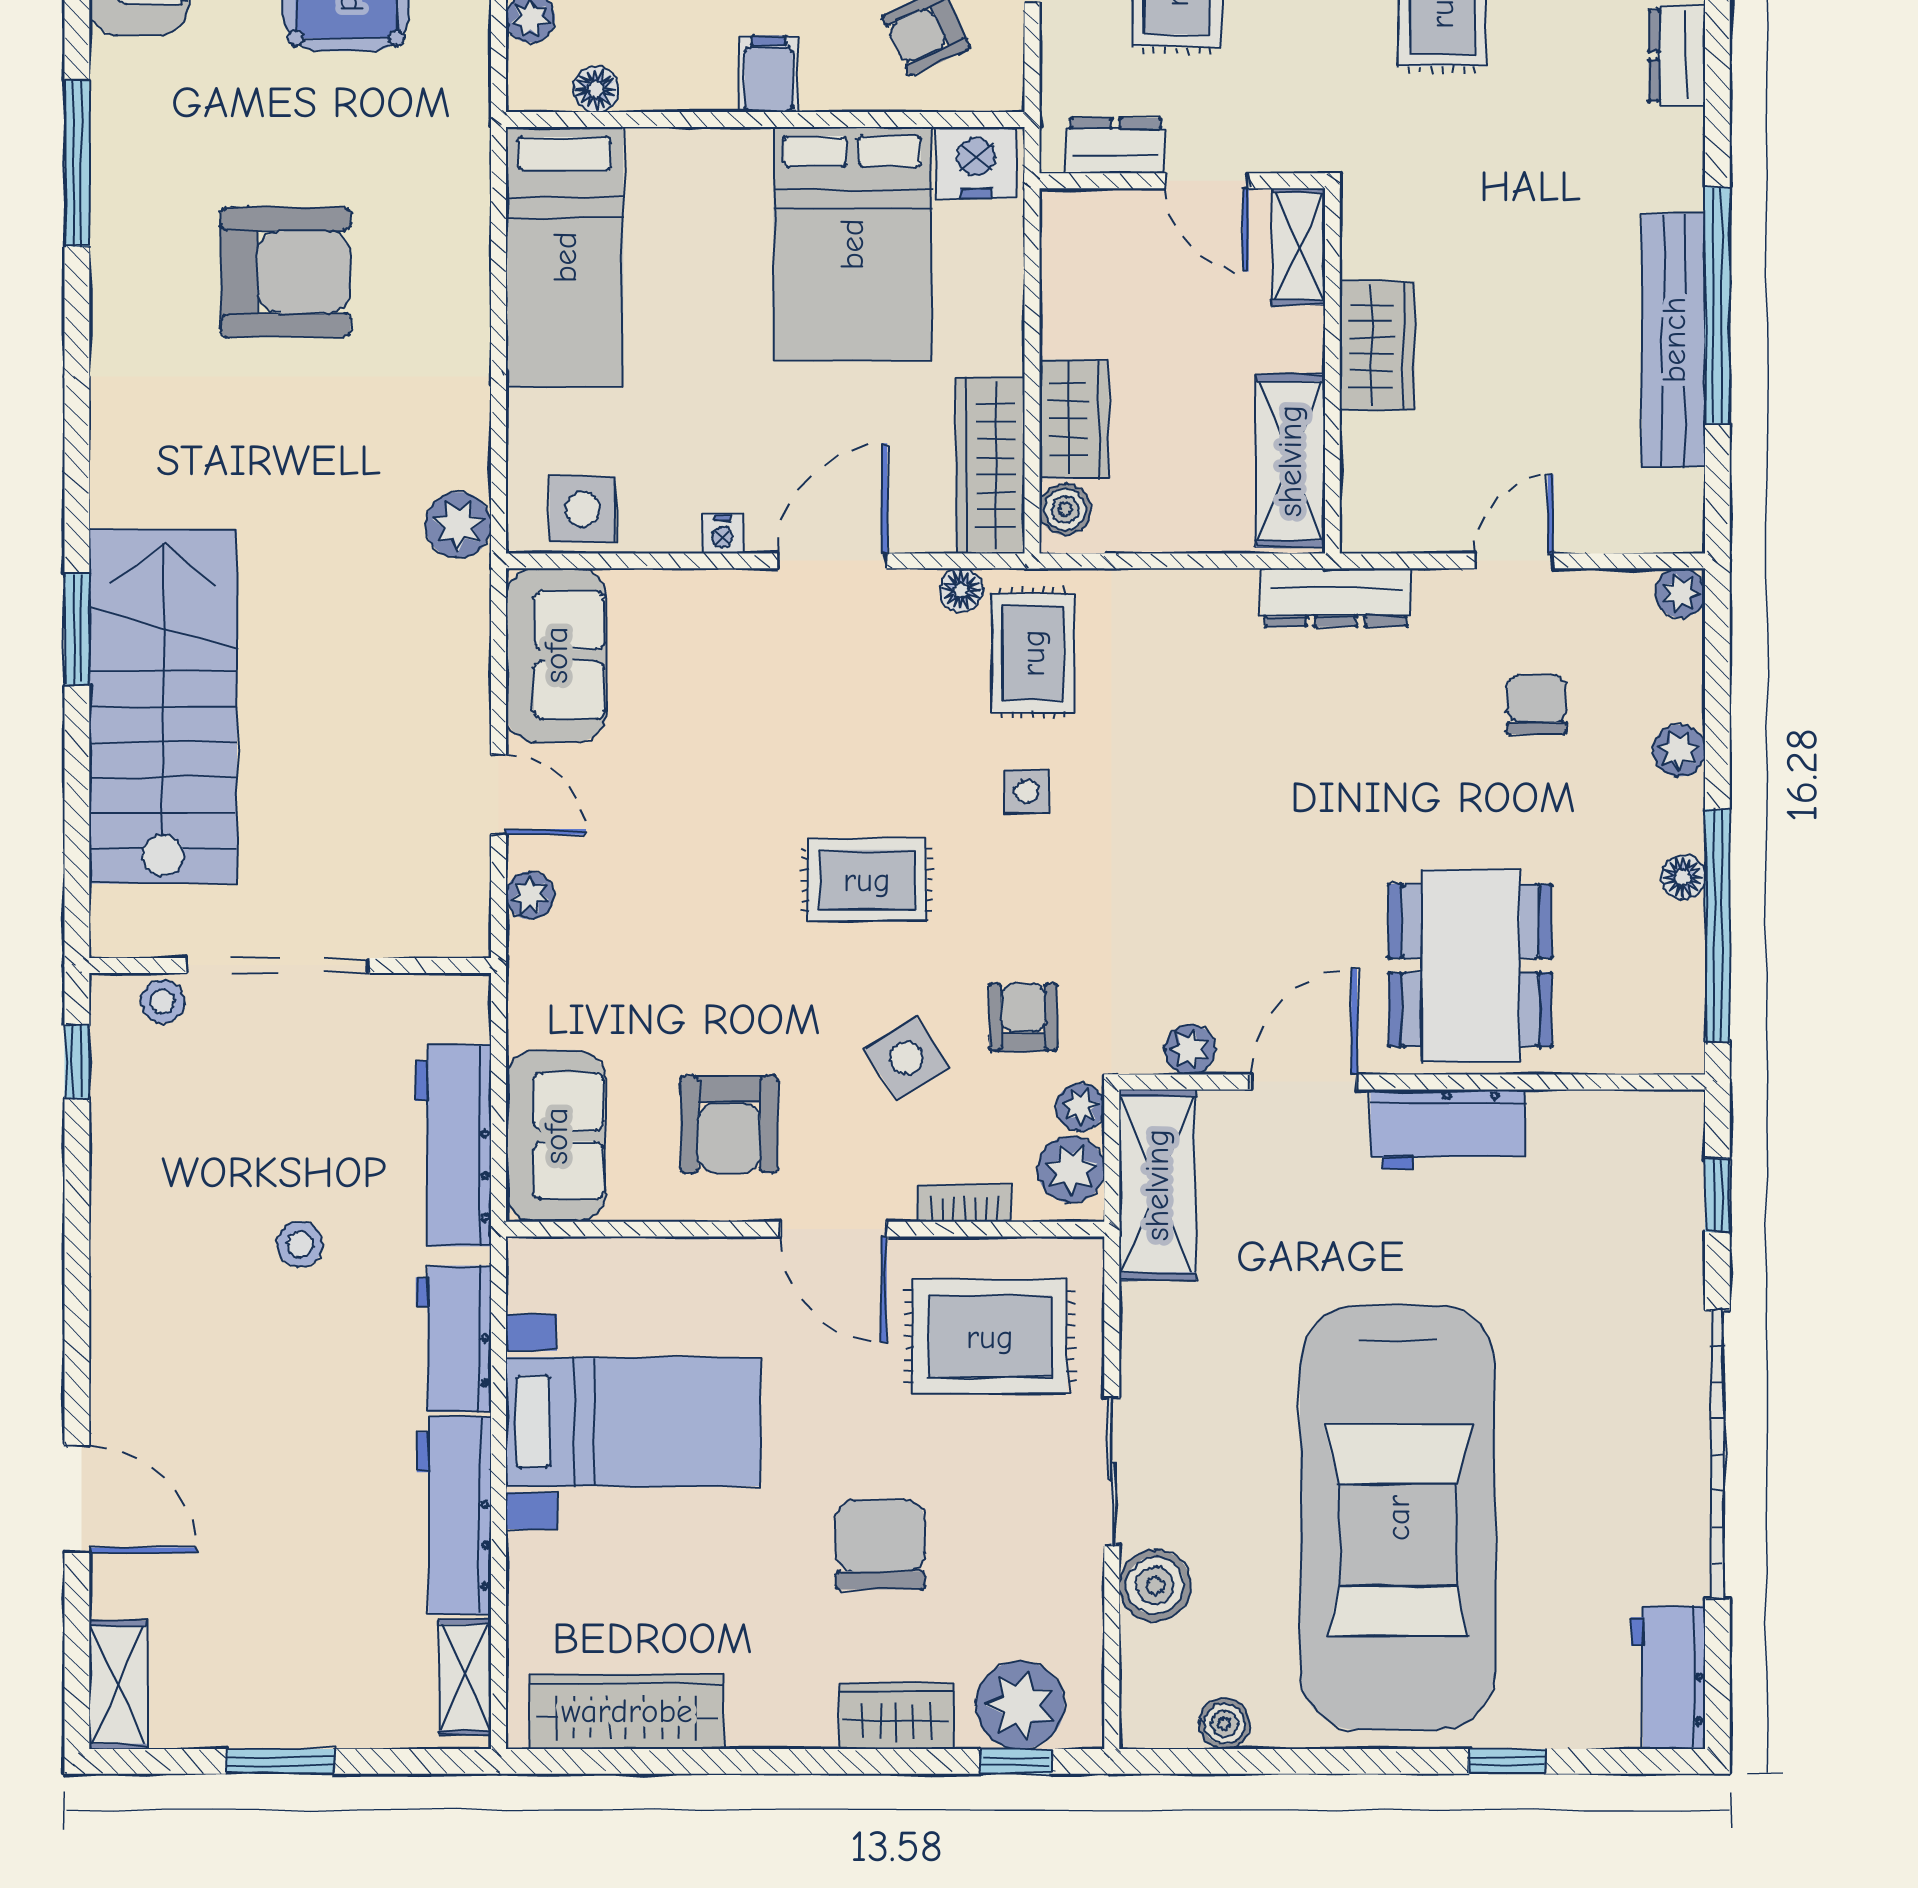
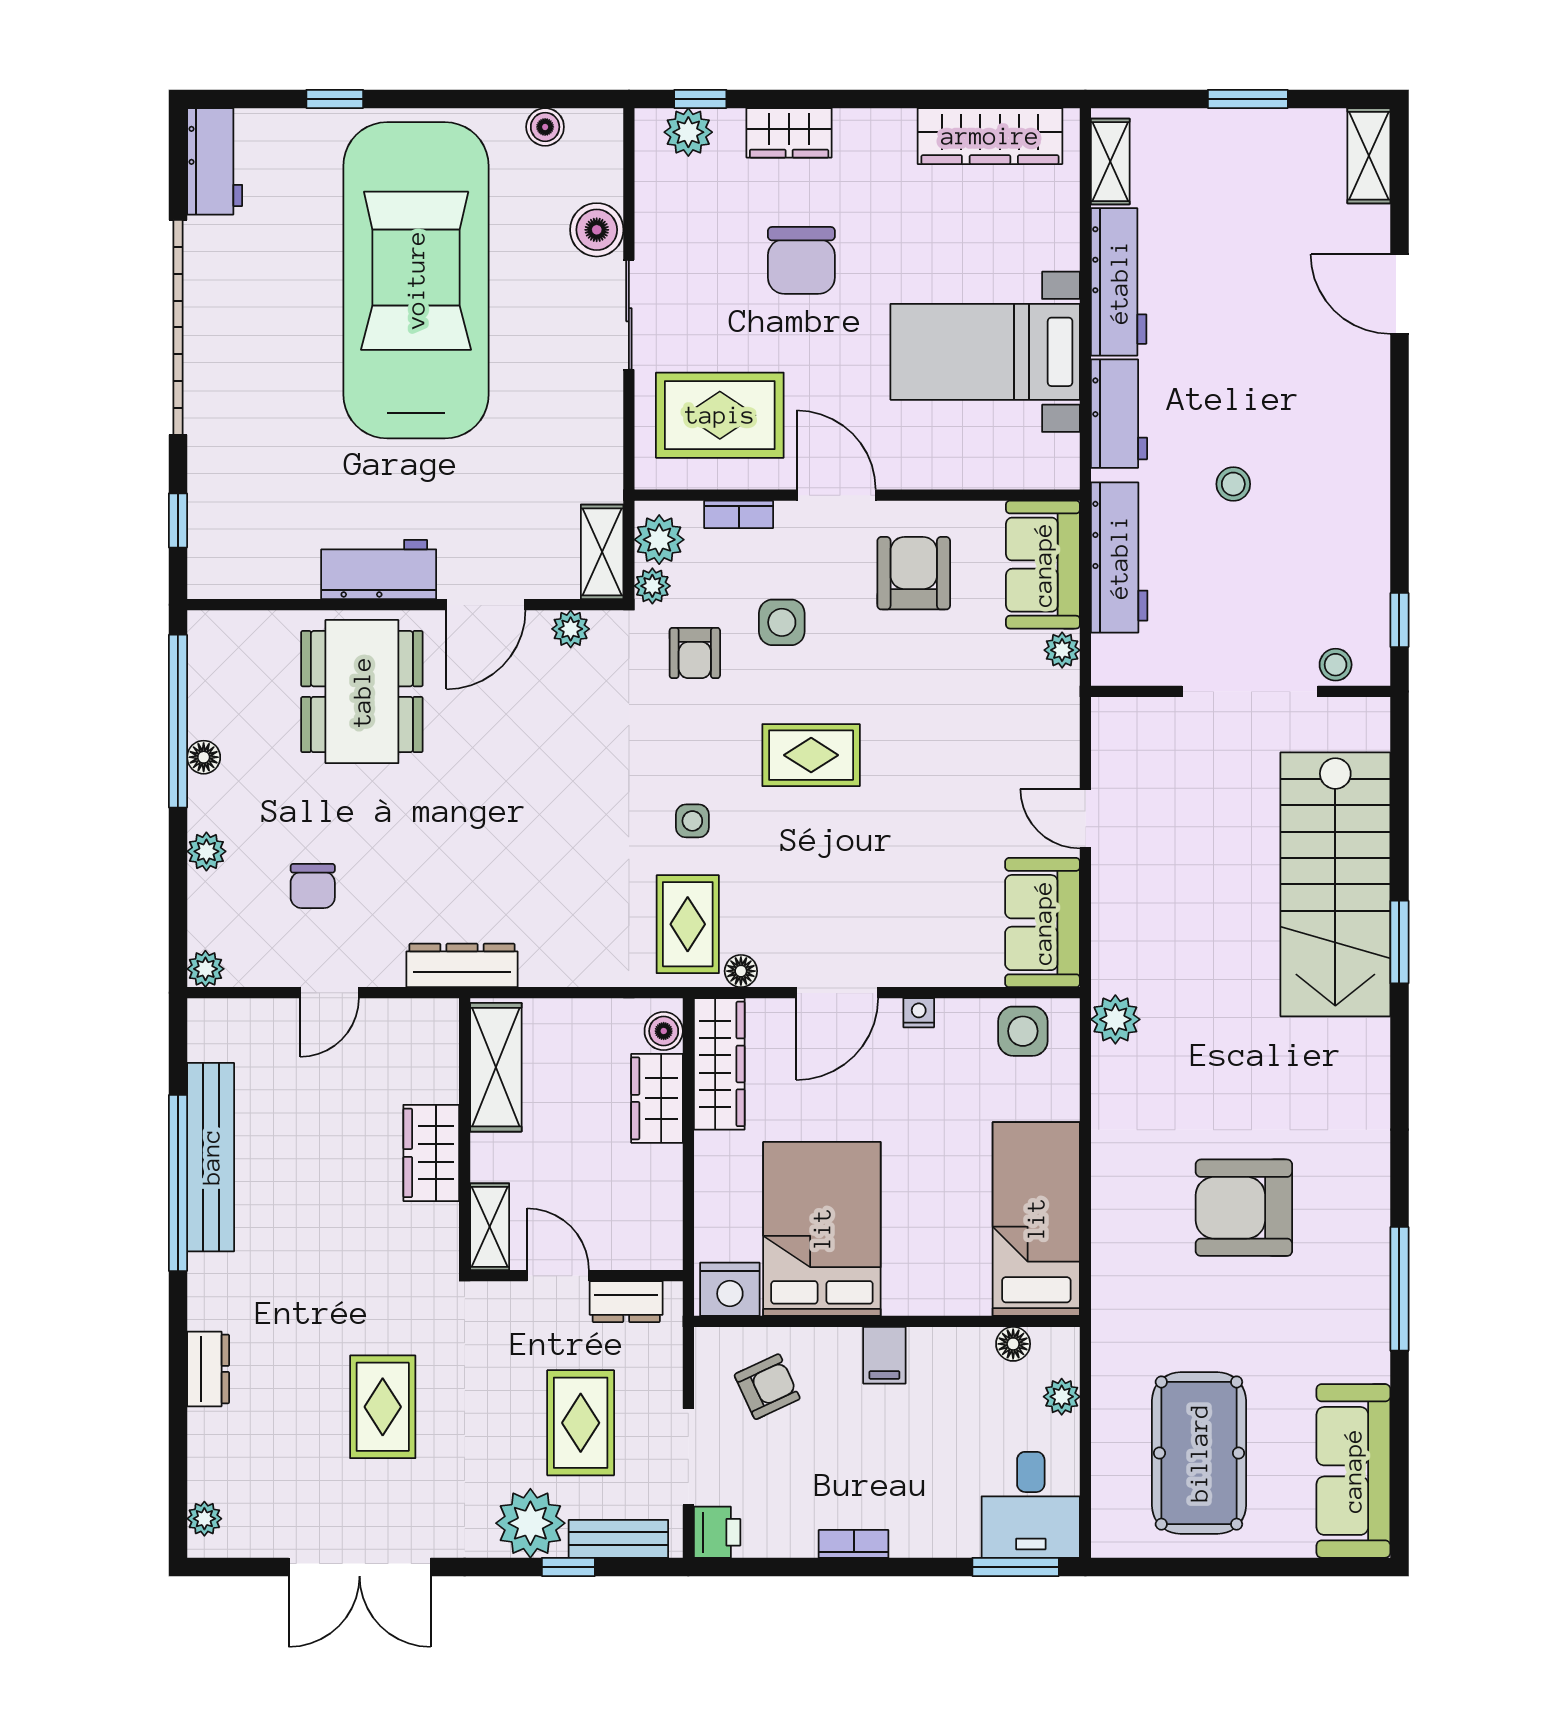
plant: (530, 895) -> (1062, 650), moved
side table: (906, 1058) -> (782, 622), turned 33
shelving: (1157, 1185) -> (602, 552), width x0.67, depth x0.75
plant: (1020, 1705) -> (688, 132), width x0.73, depth x0.73

